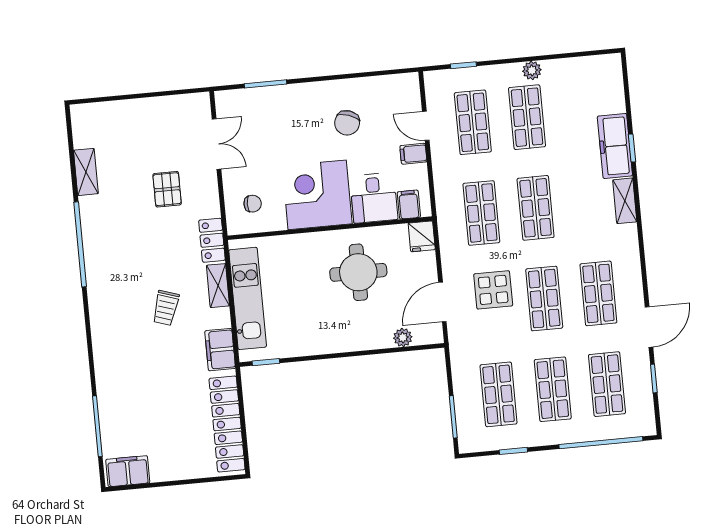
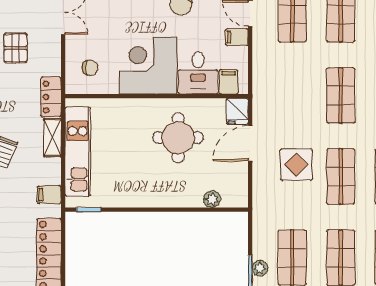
shop shelf: (481, 213) -> (292, 95), removed
door: (442, 302) -> (250, 143), moved
filing cabinet: (220, 350) -> (49, 195), width x0.50
plant: (464, 410) -> (260, 268), added

